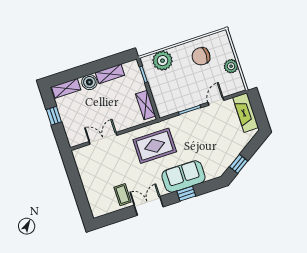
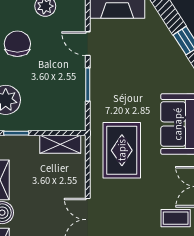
chair: (201, 56) -> (17, 44), turned 180

